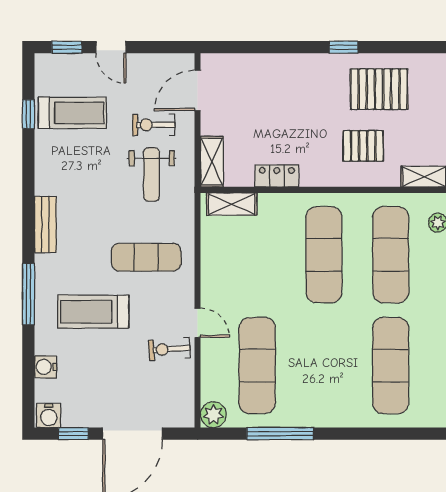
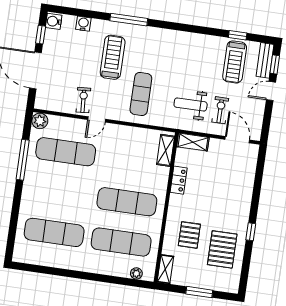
bench: (45, 224) -> (265, 60), moved, turned 90

